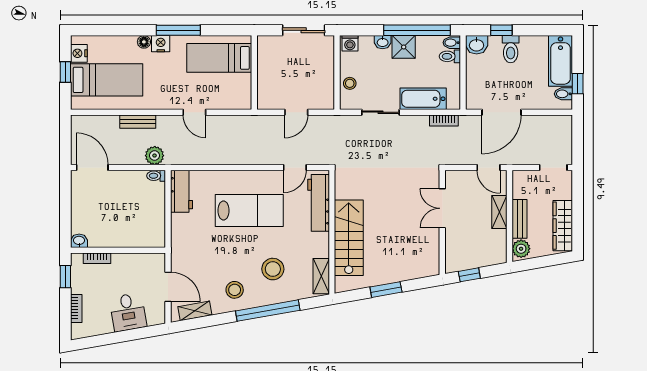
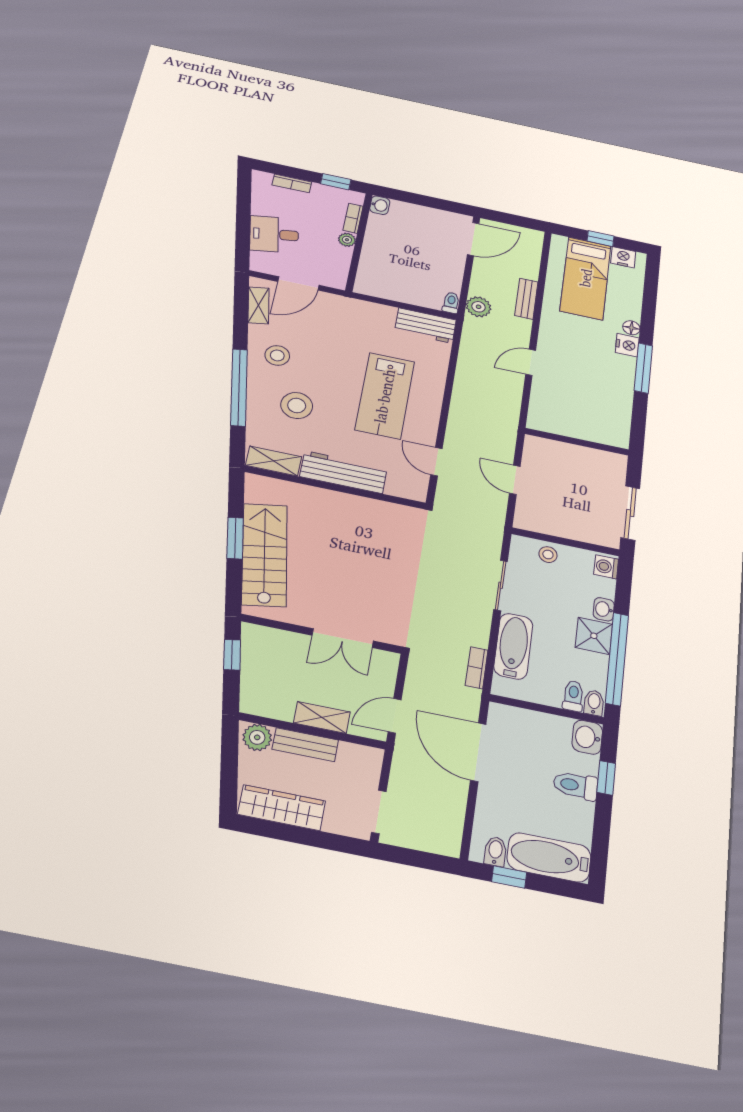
bed: (219, 58) -> (601, 406), removed
workbench: (319, 203) -> (343, 472), moved
double door: (442, 208) -> (343, 638), swing flipped
stairs: (349, 238) -> (265, 555), moved, turned -100
plant: (118, 259) -> (347, 240), added

